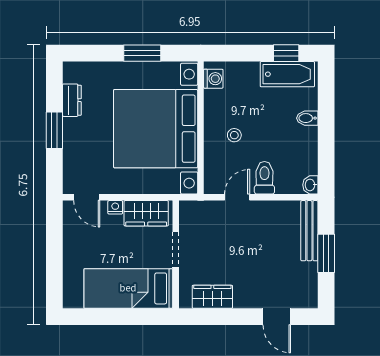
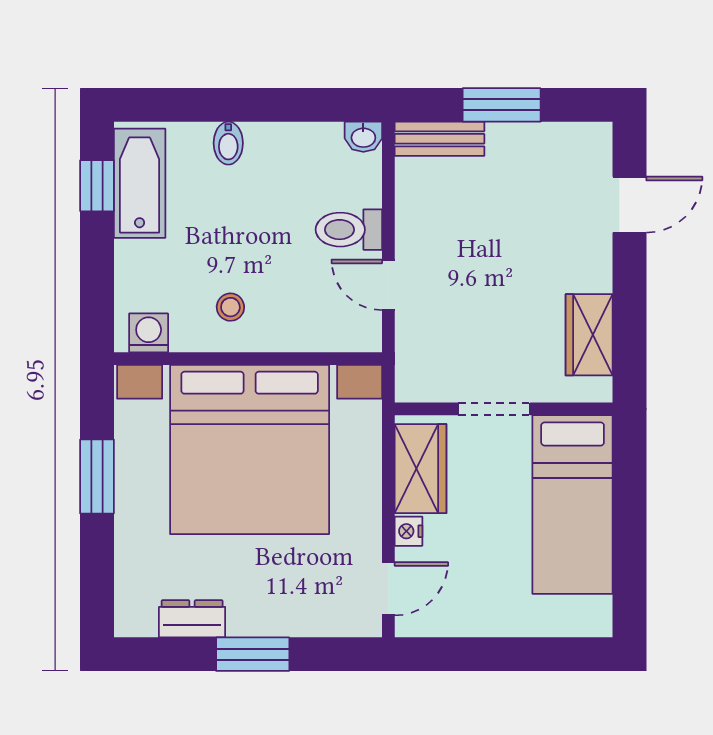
stool: (234, 135) -> (230, 307), moved
bench: (309, 231) -> (440, 139), width x0.73

